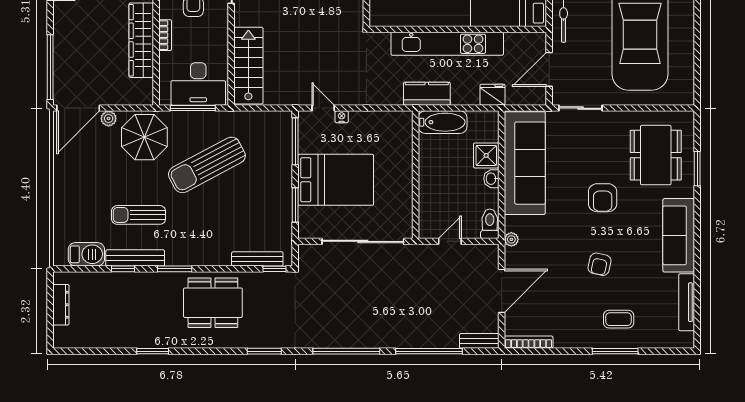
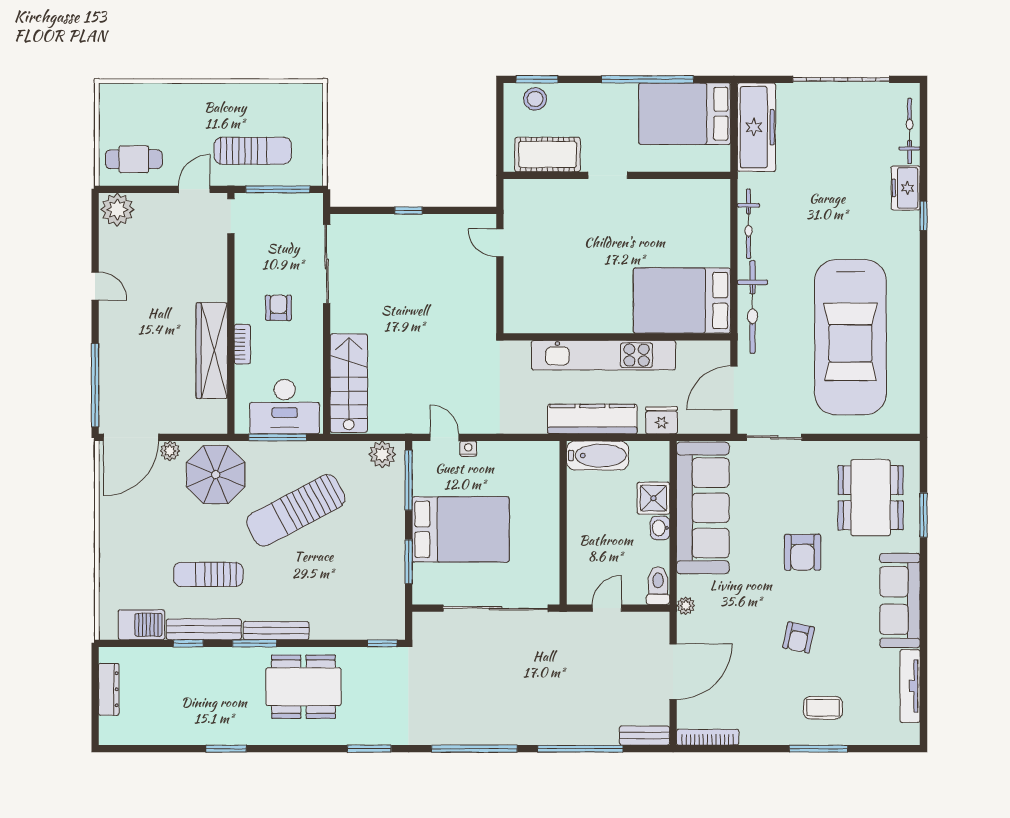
kitchen counter: (427, 94) -> (592, 419), width x1.50
plant: (274, 121) -> (382, 454), added
bench: (257, 259) -> (276, 631), moved

